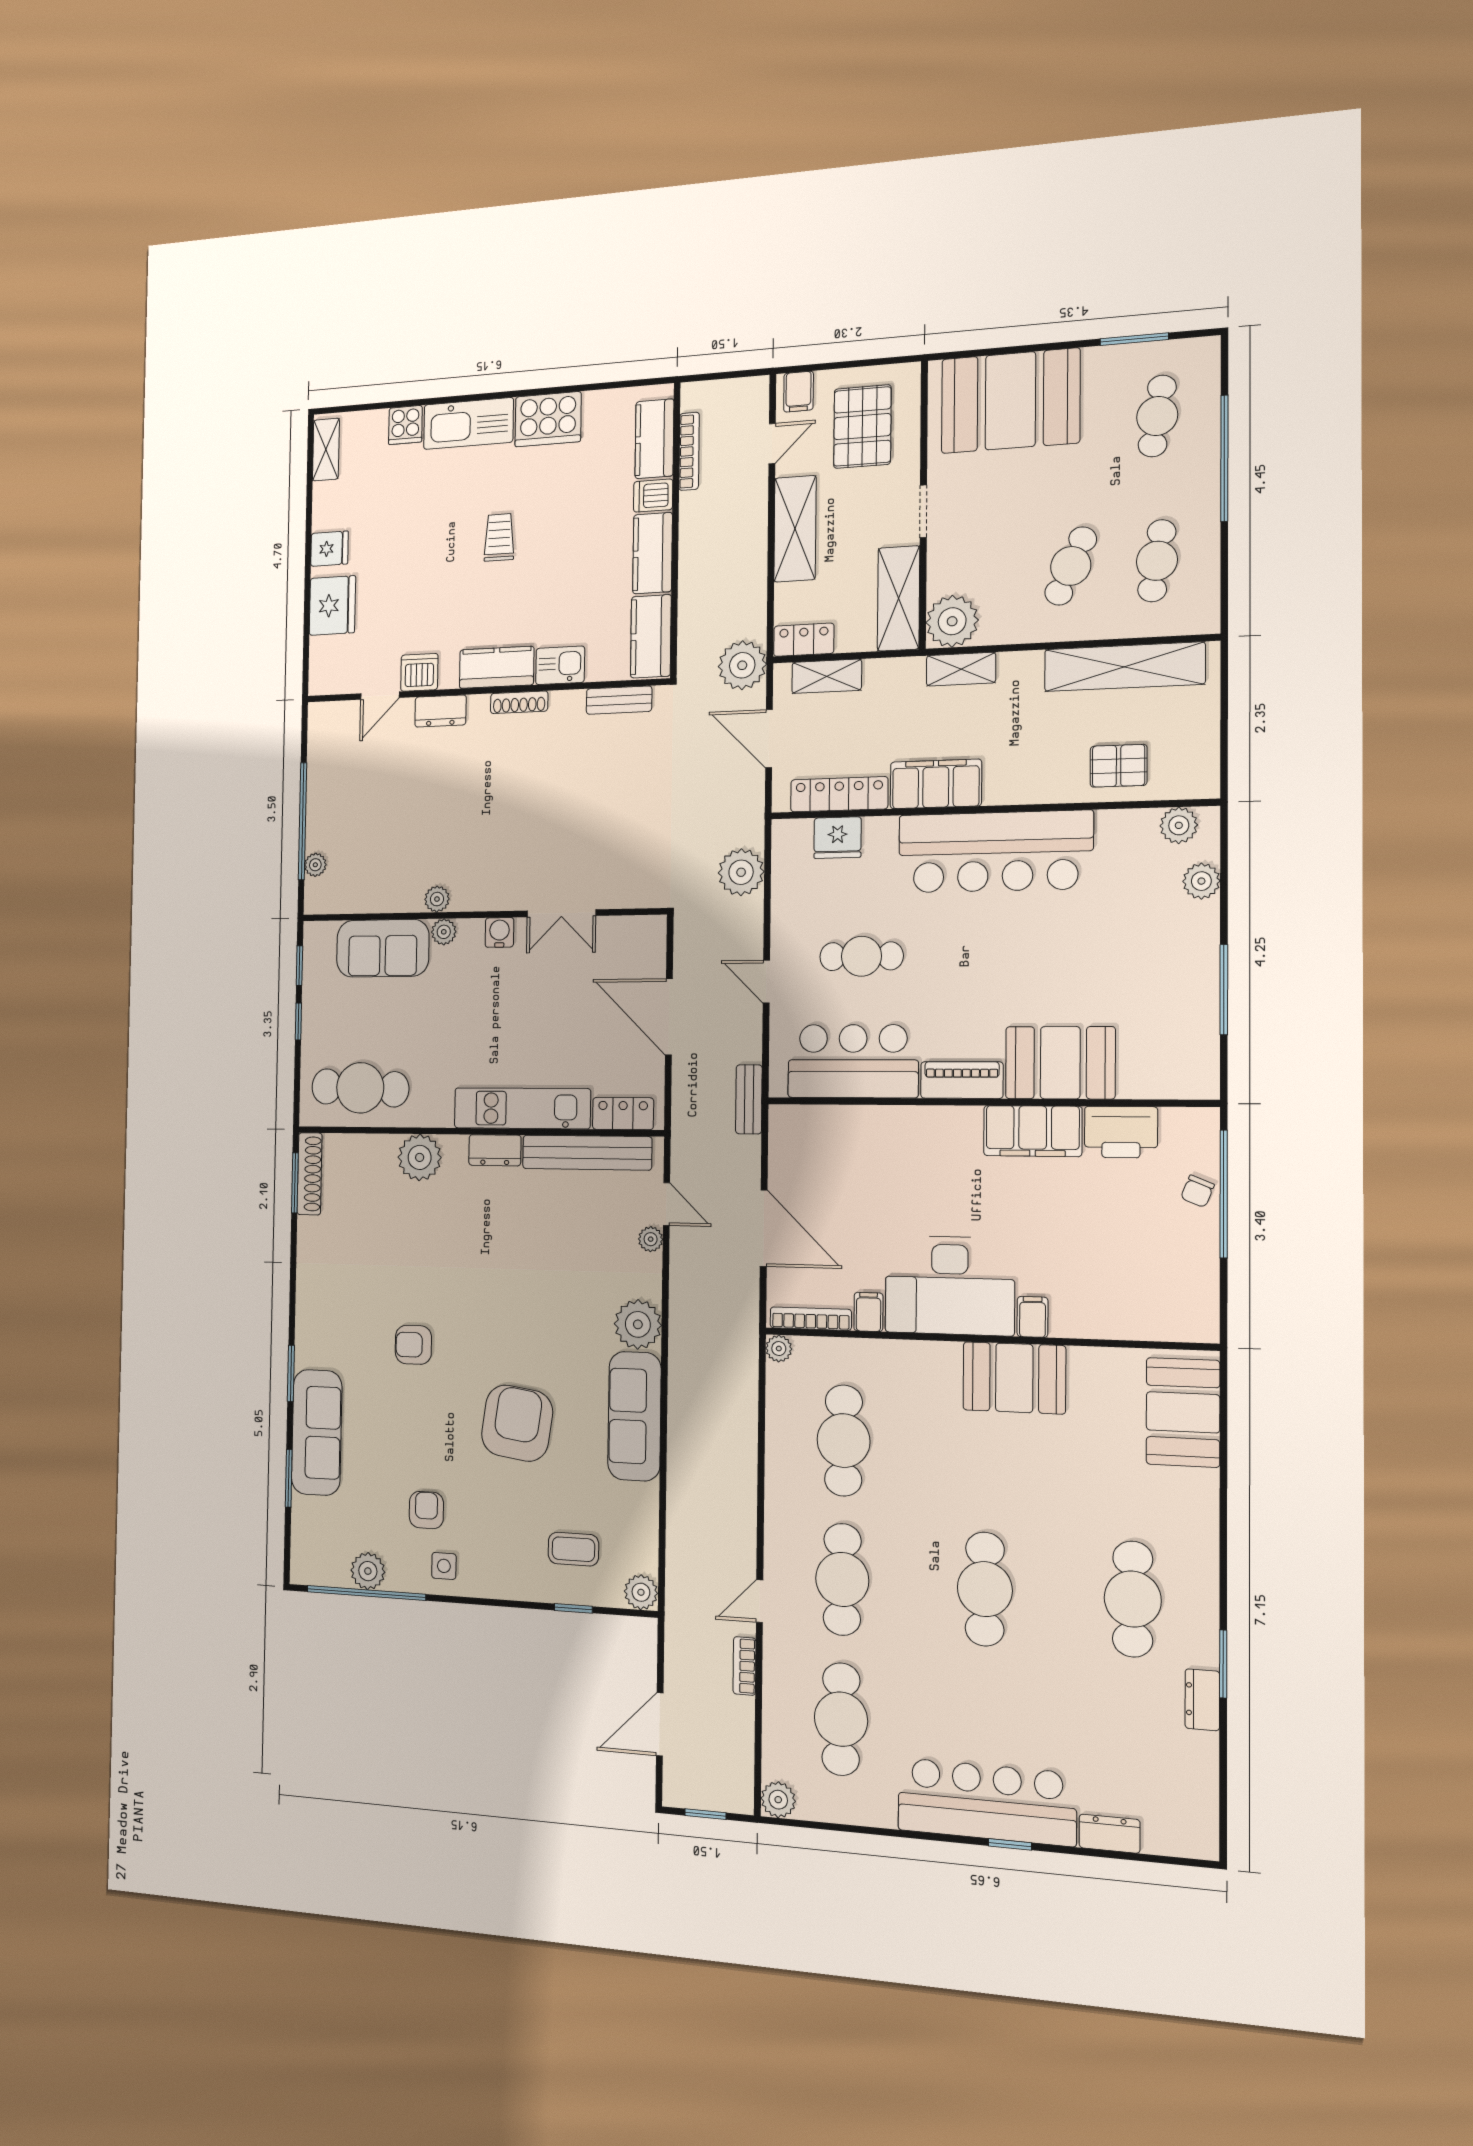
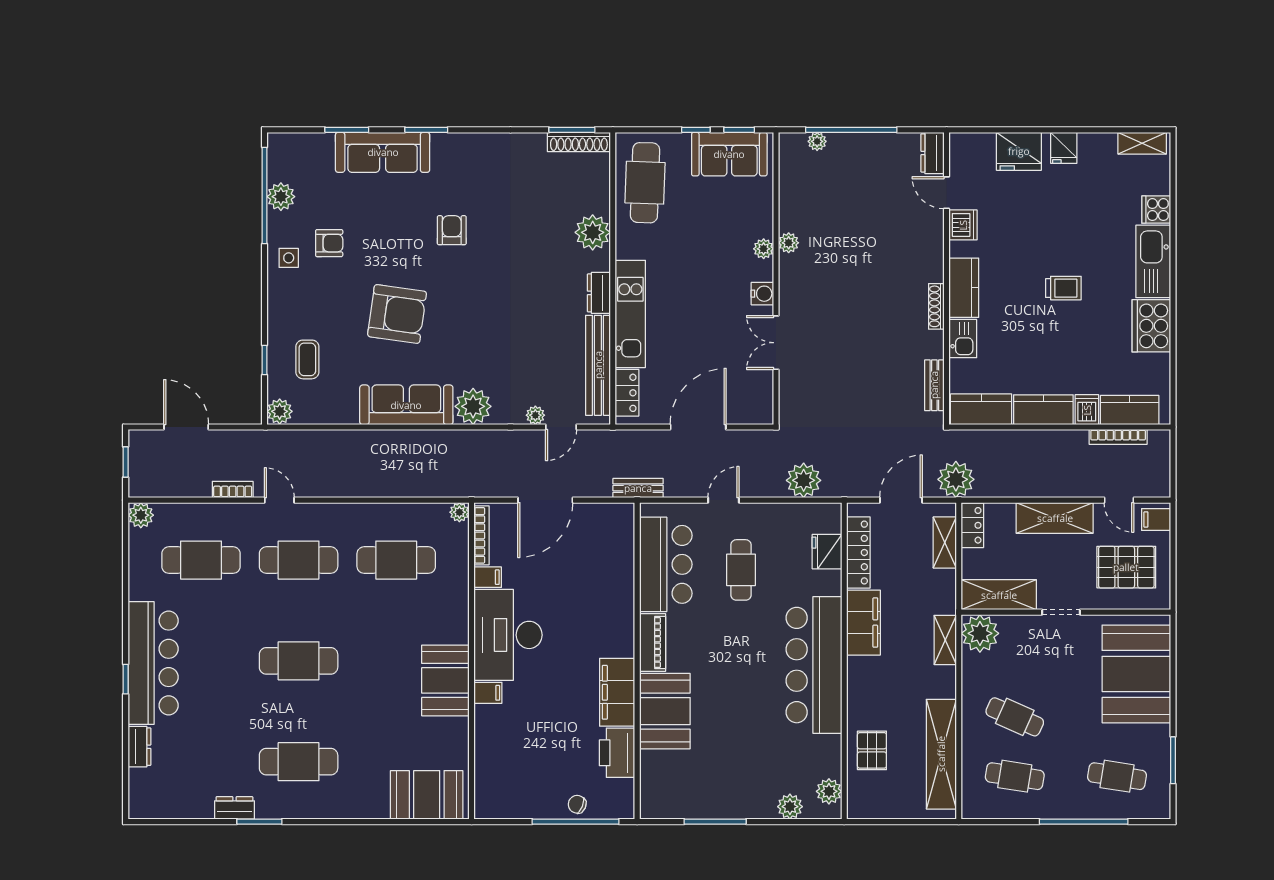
dresser: (440, 711) -> (932, 153), moved
sofa: (383, 948) -> (729, 154), moved, turned -90

